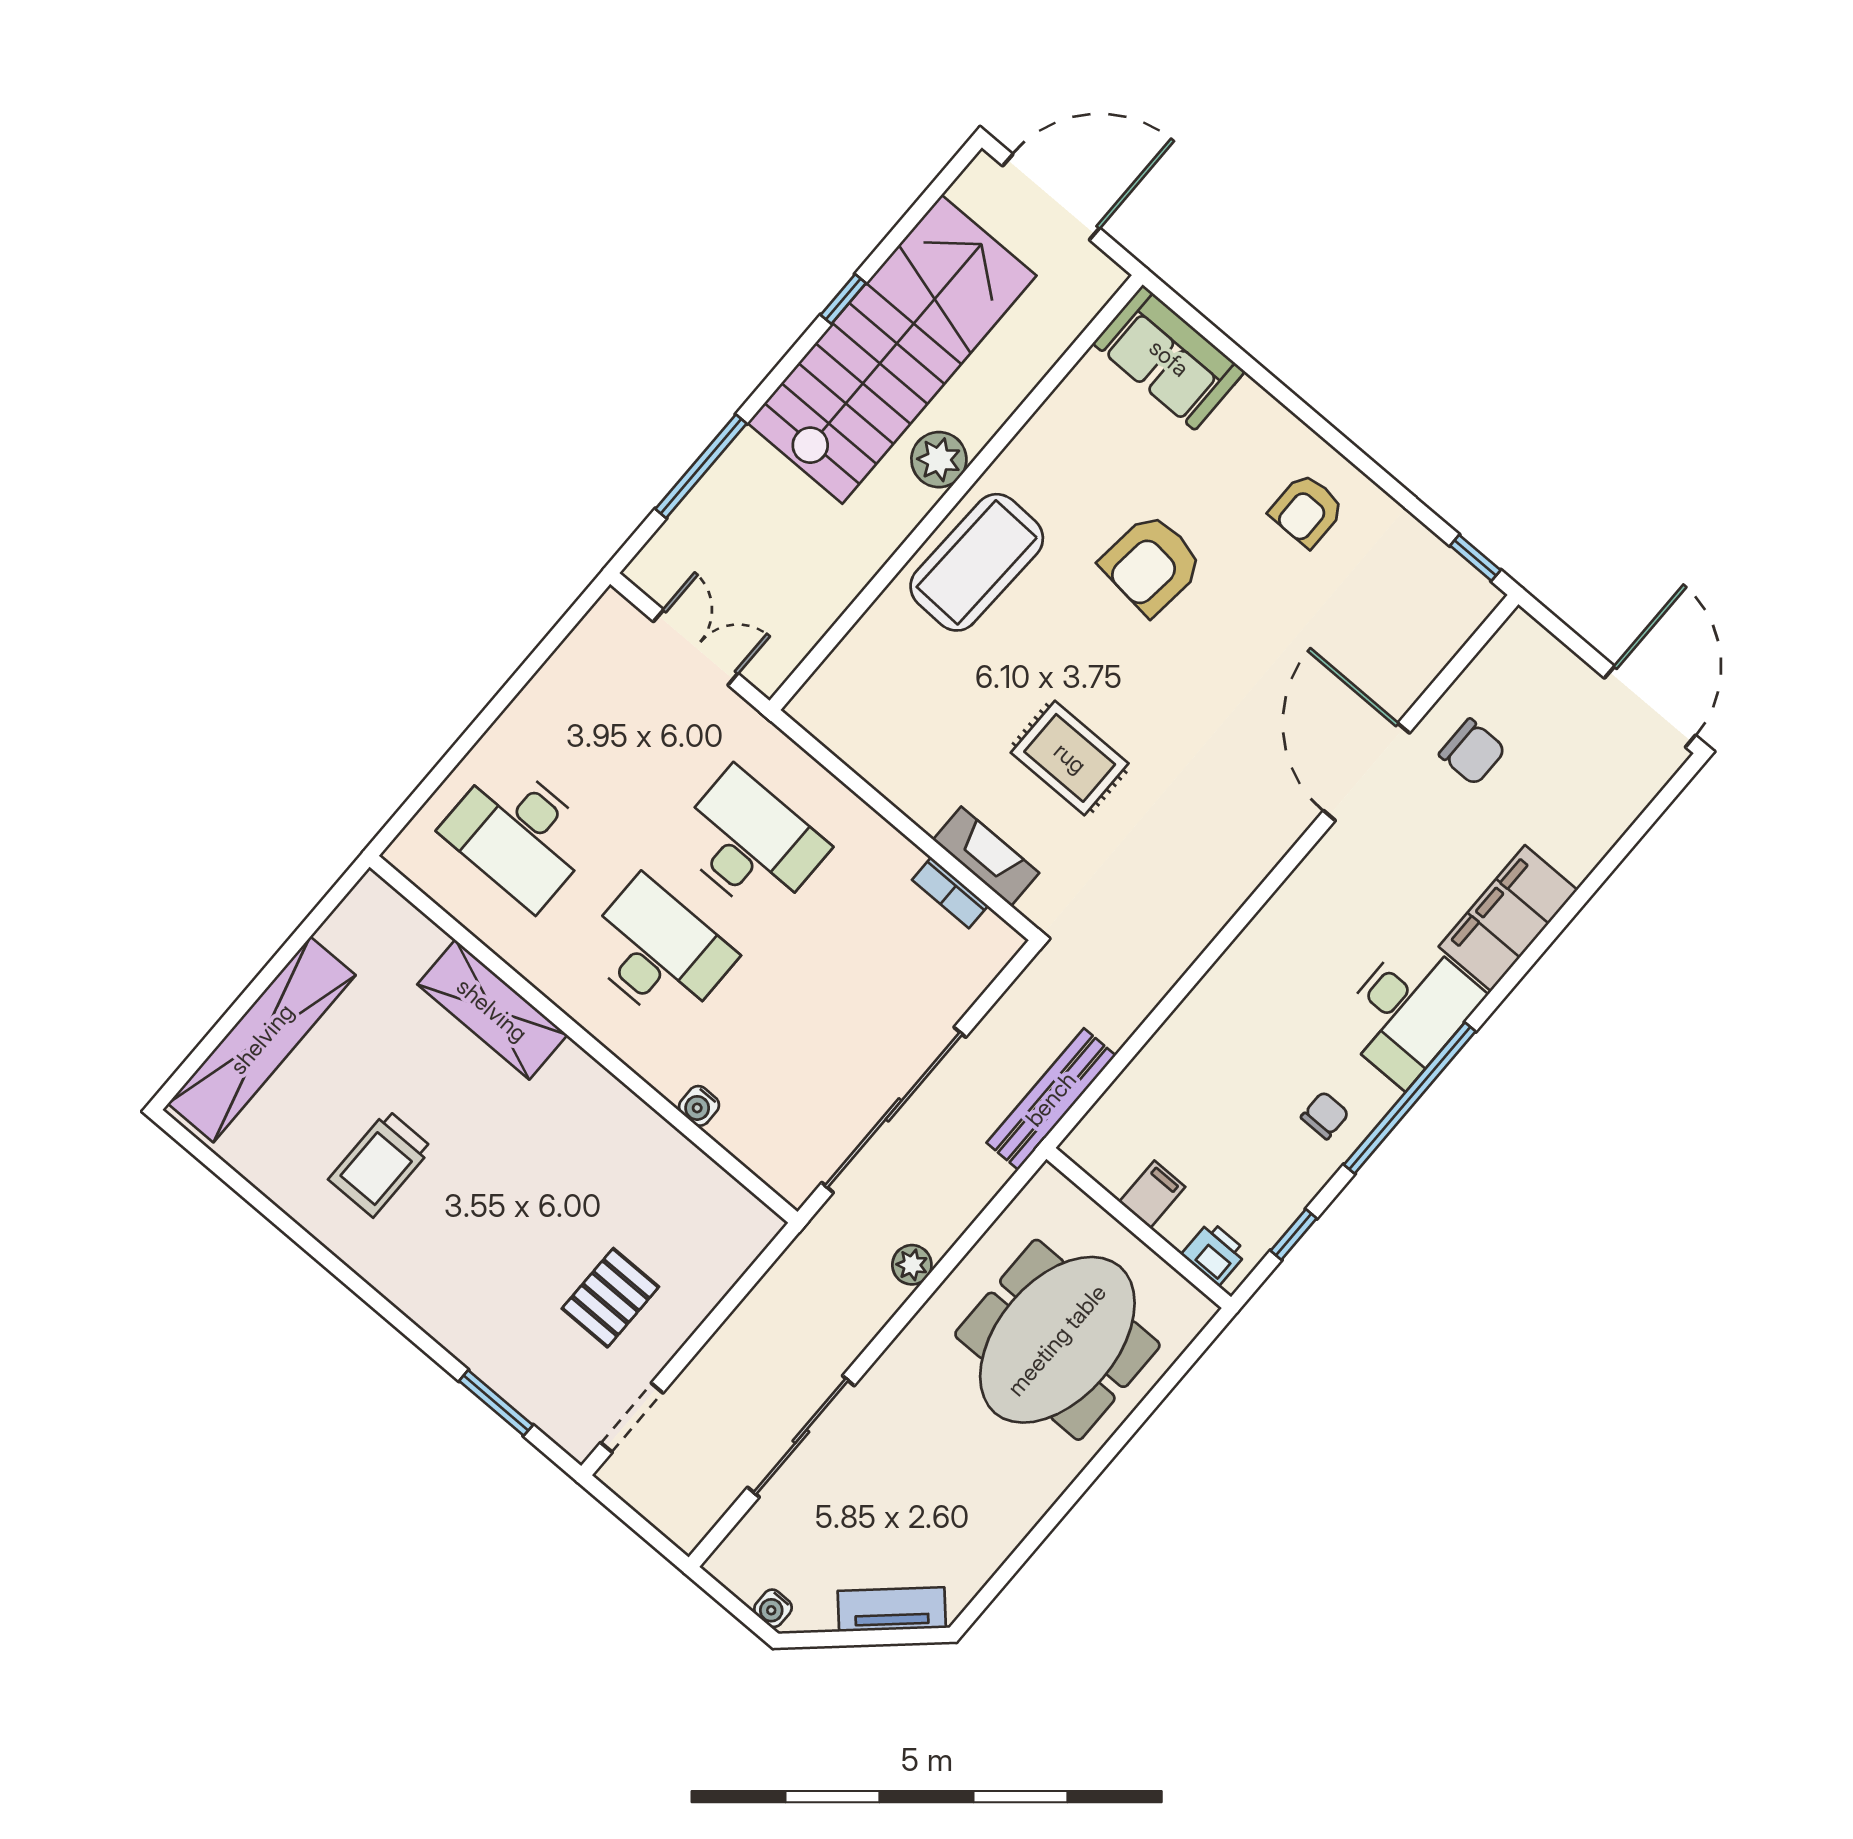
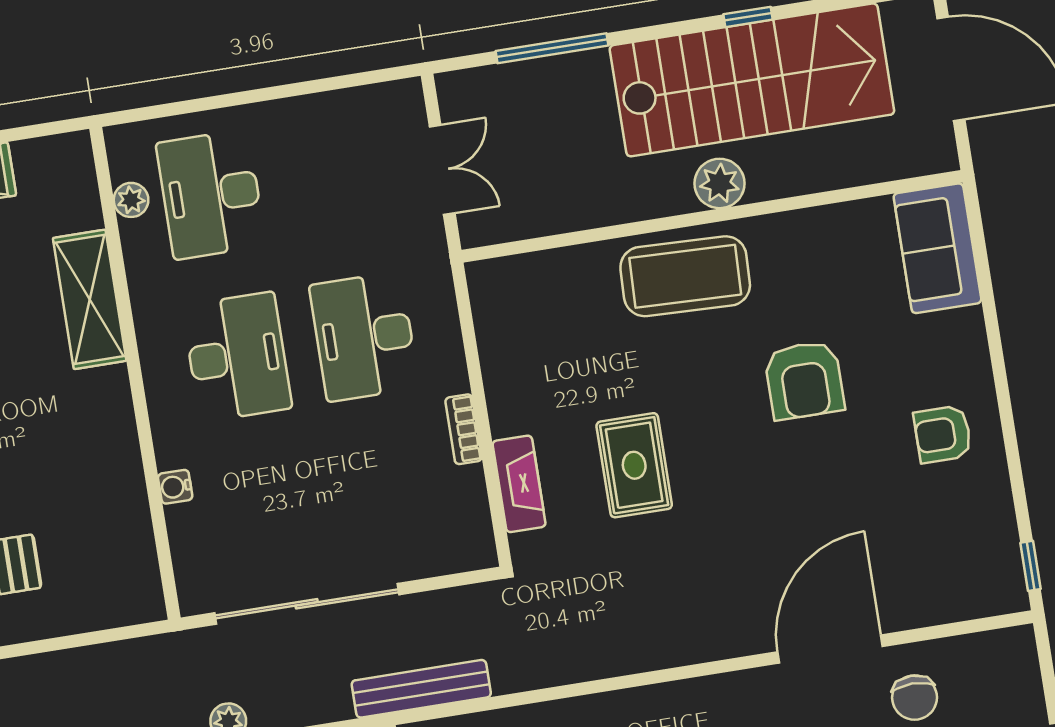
armchair: (1152, 564) -> (804, 380), turned -96
desk: (750, 844) -> (364, 337), turned 180
bookcase: (950, 893) -> (464, 429), moved
plant: (456, 896) -> (131, 200), added

